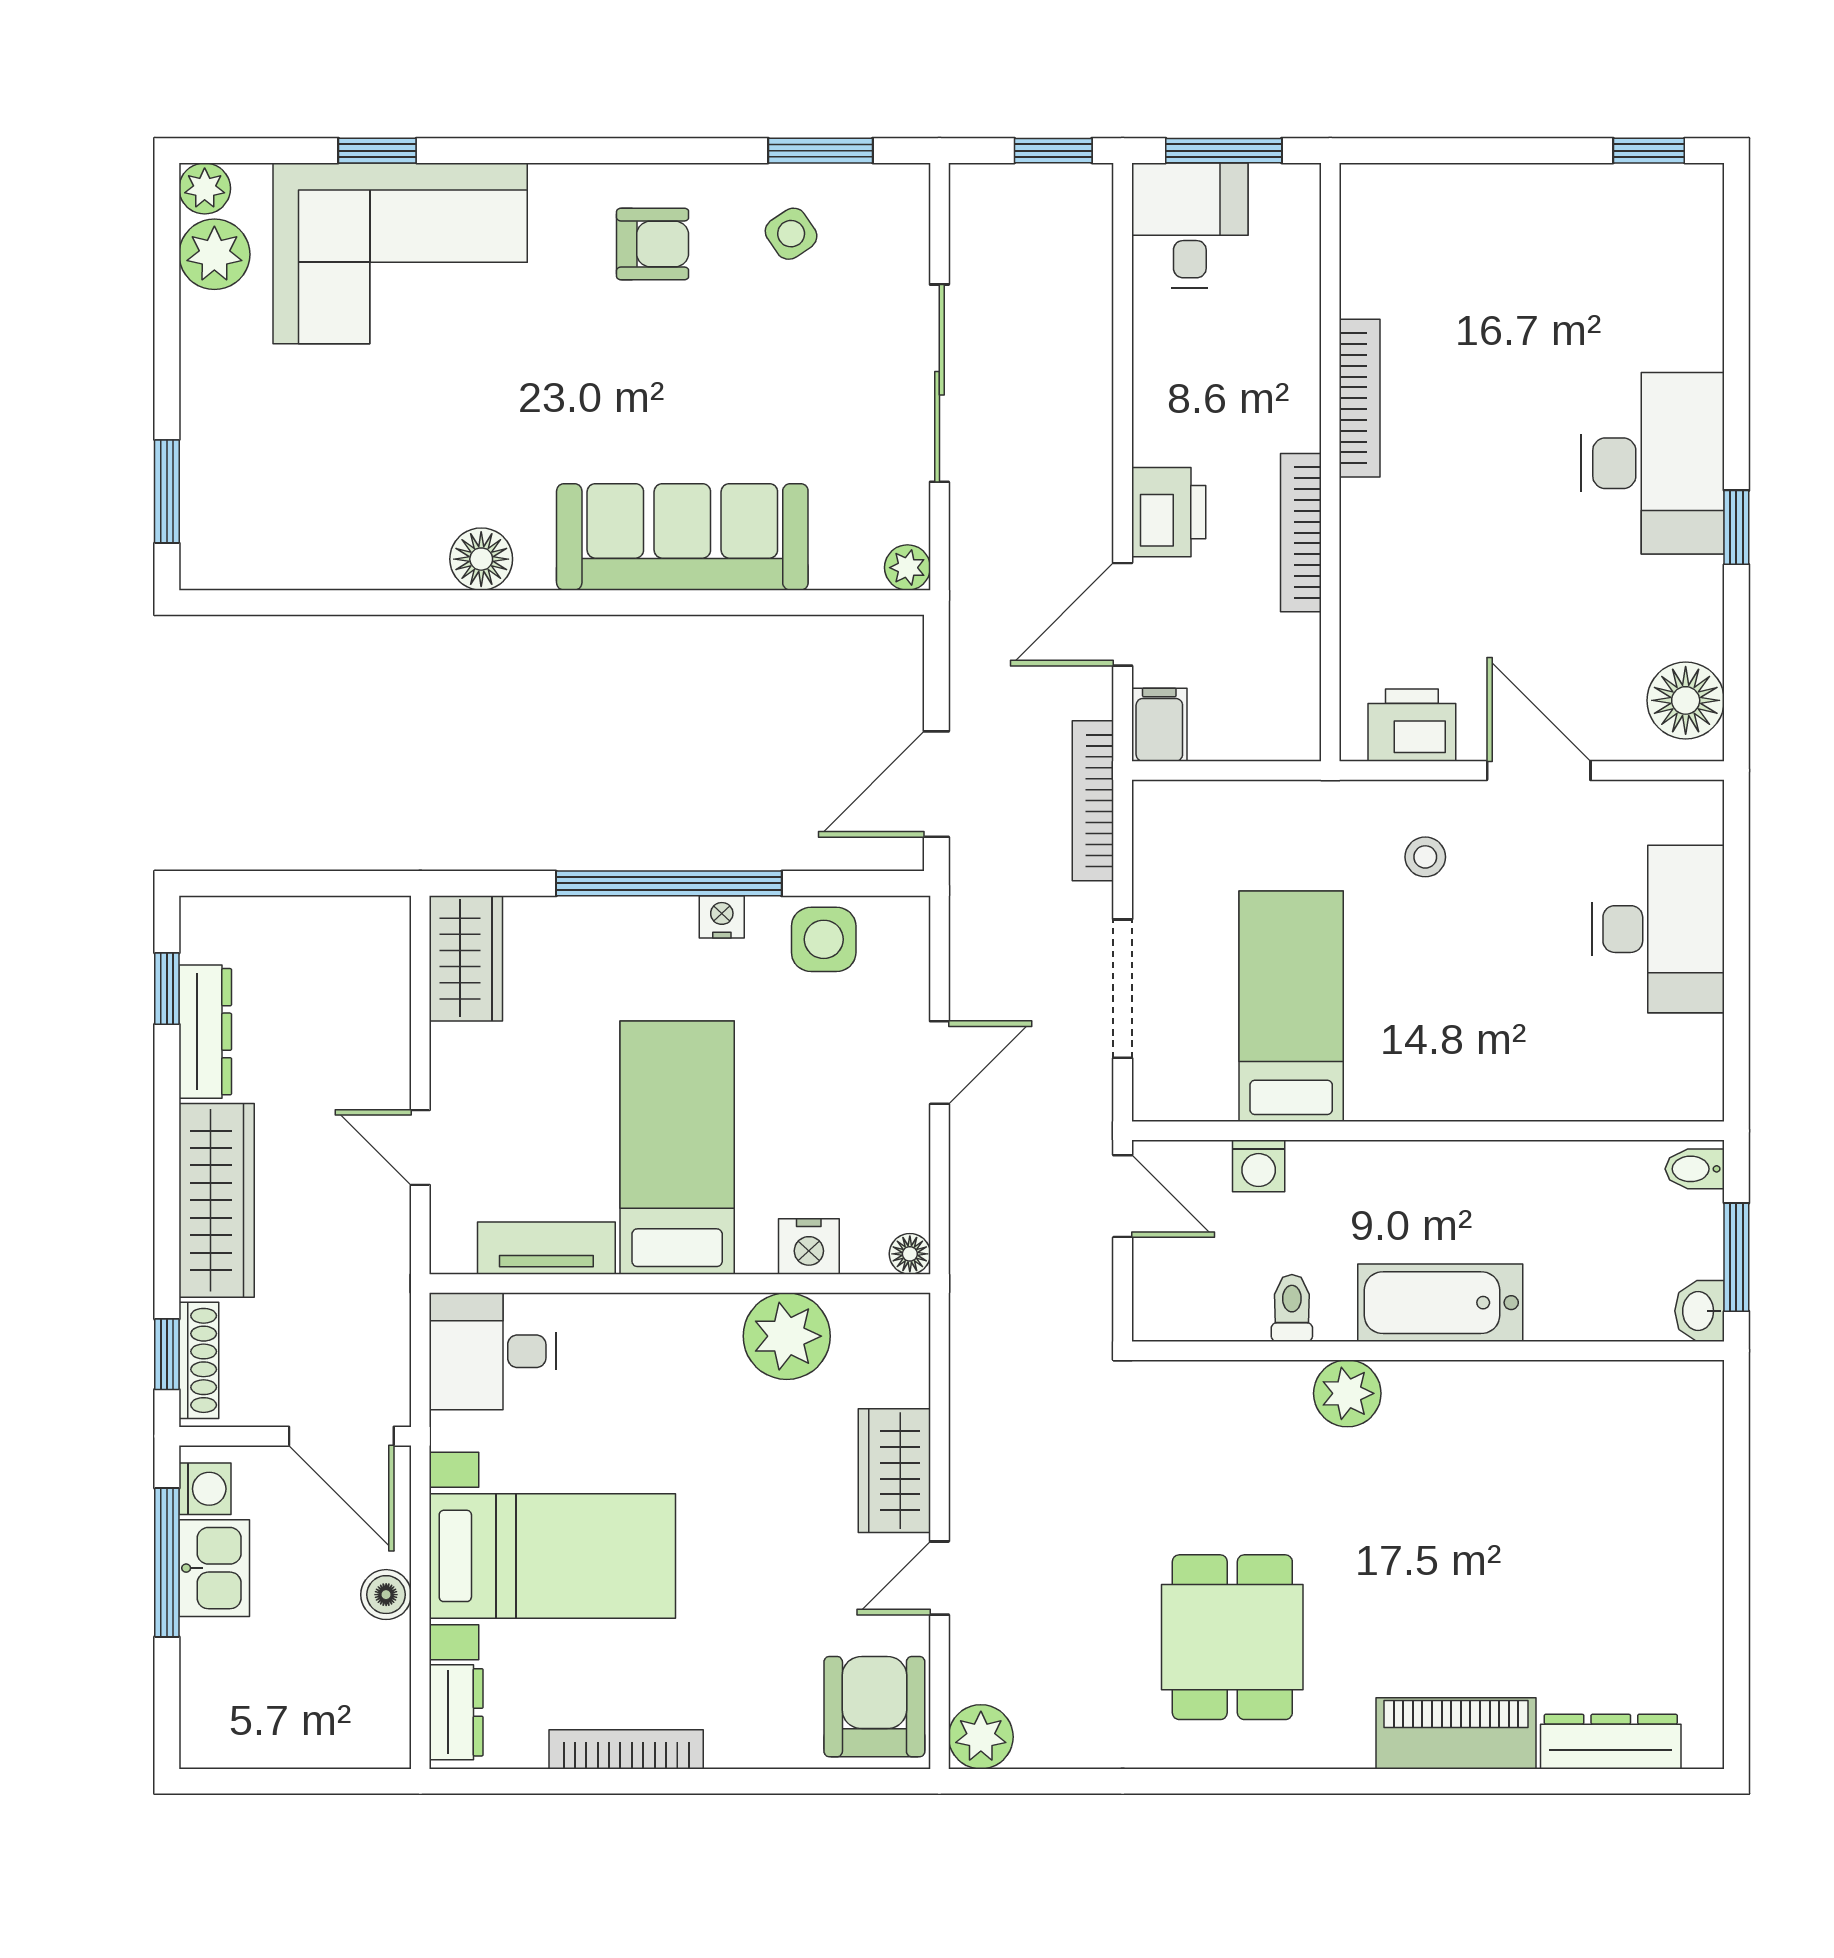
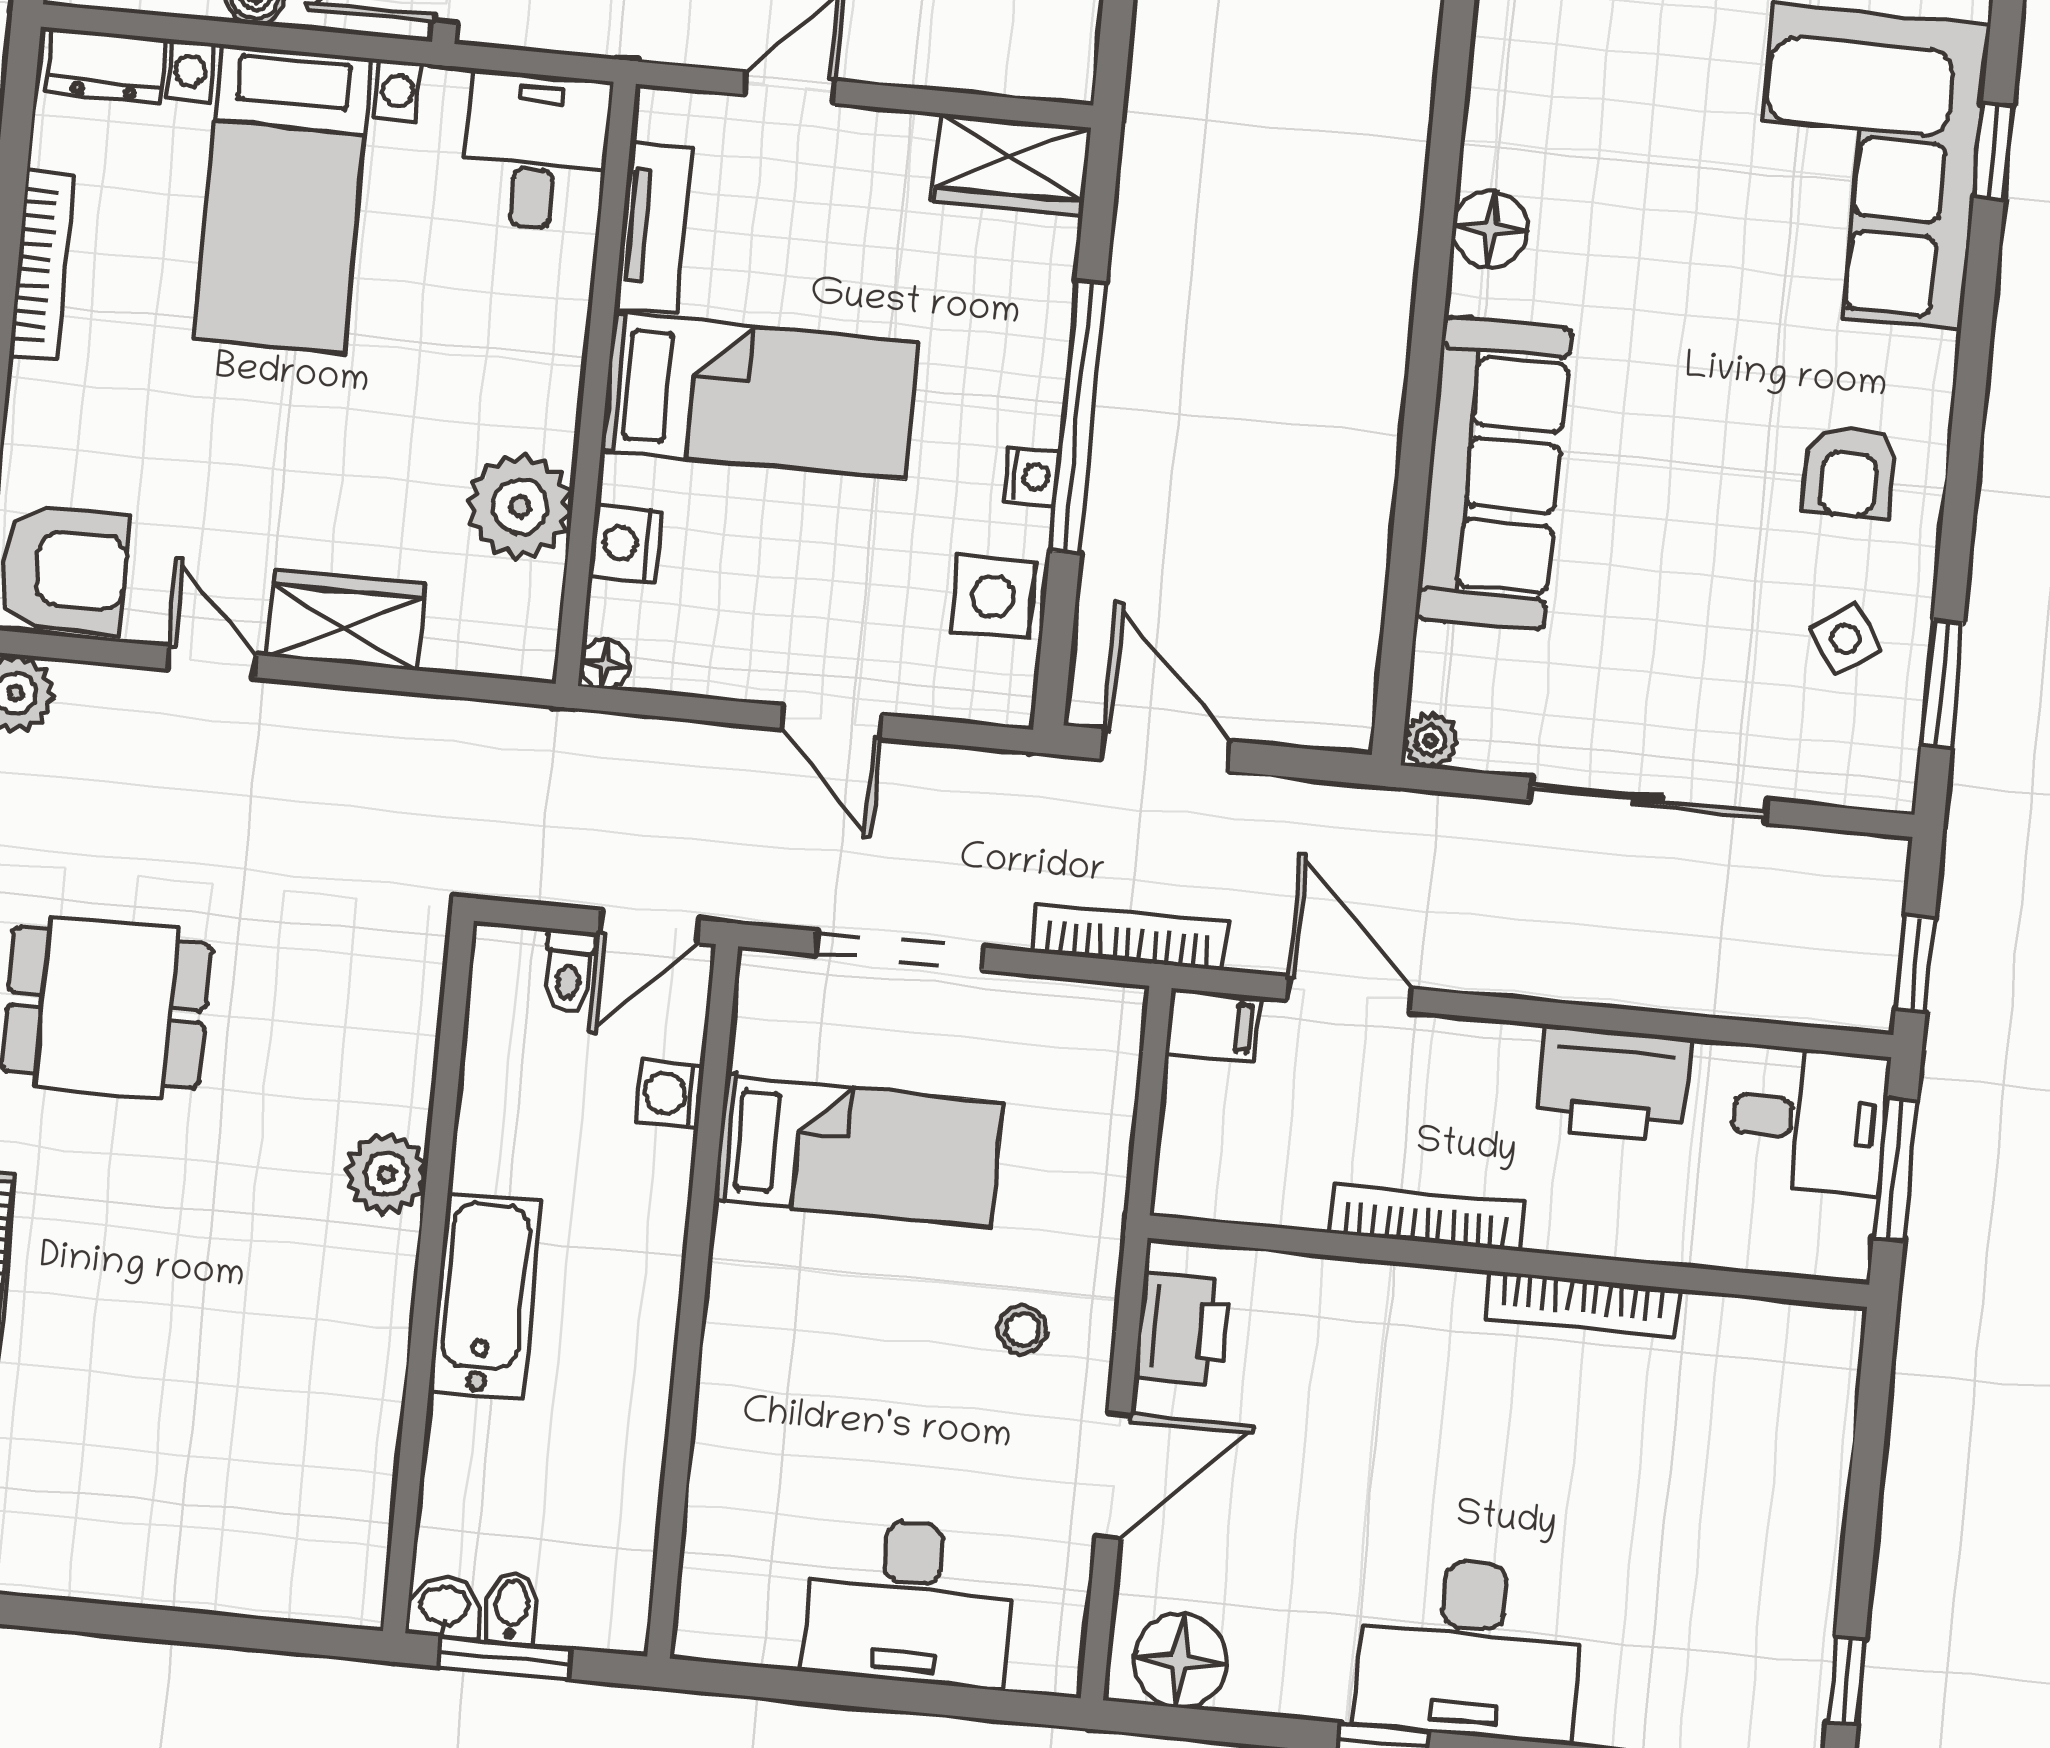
printer: (1169, 512) -> (1613, 1084), moved, width x1.37, depth x1.19
bidet: (1695, 1169) -> (512, 1608), moved
toilet: (1292, 1308) -> (569, 971), moved, turned 90

